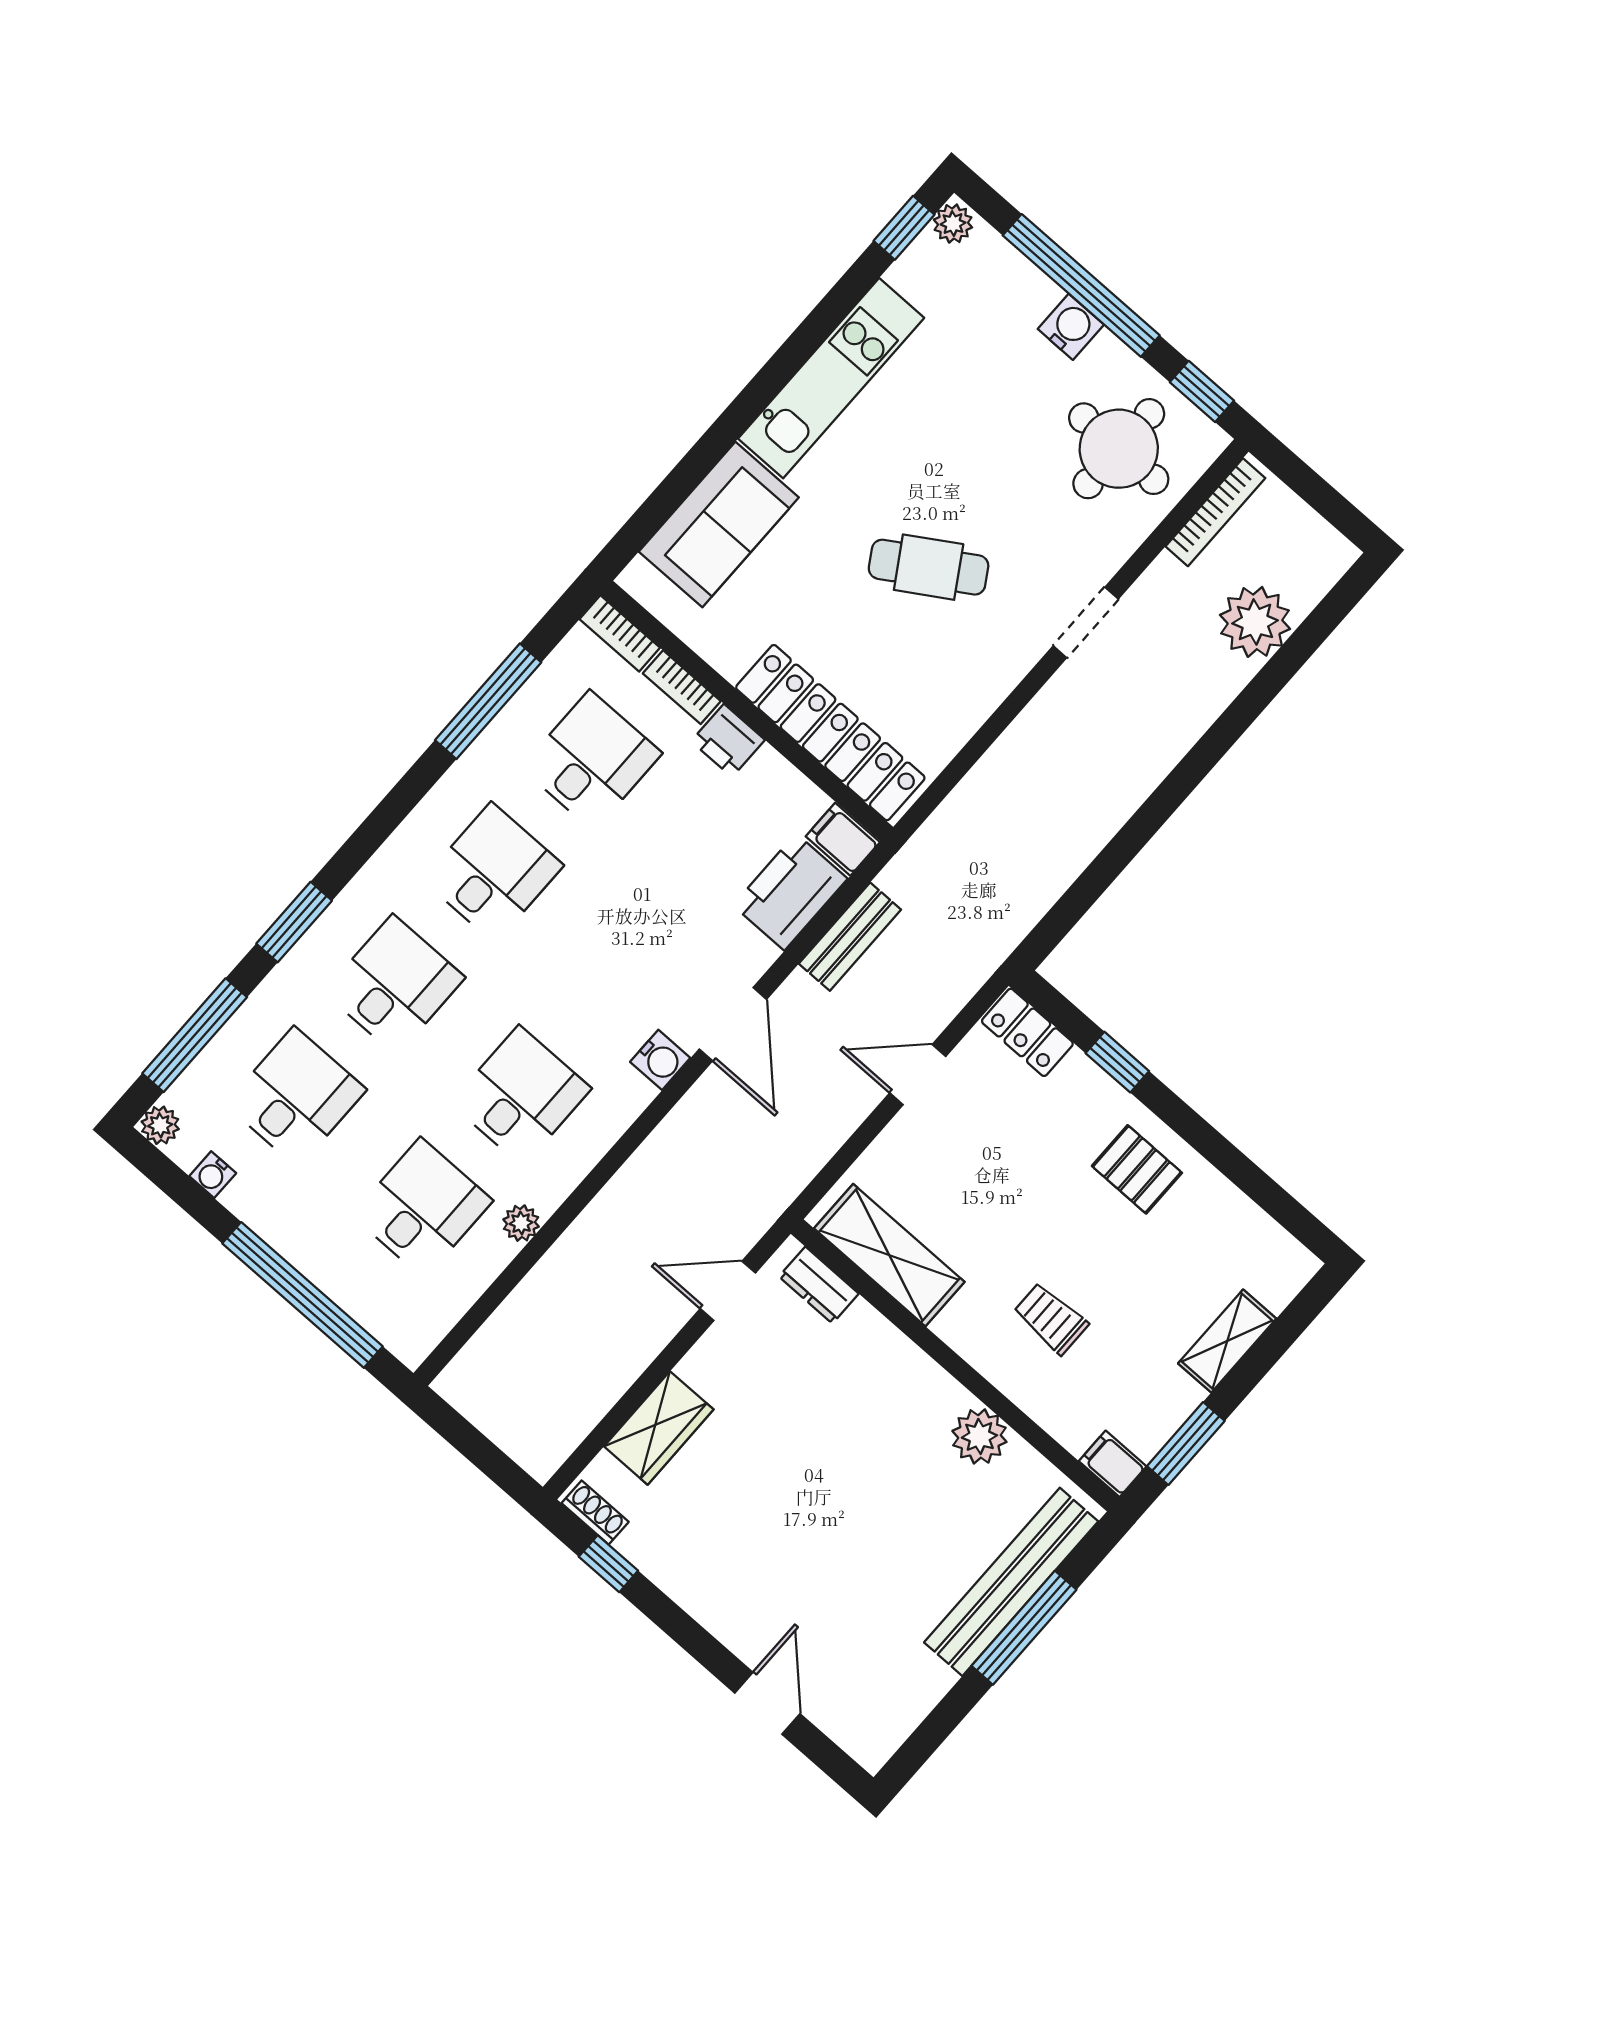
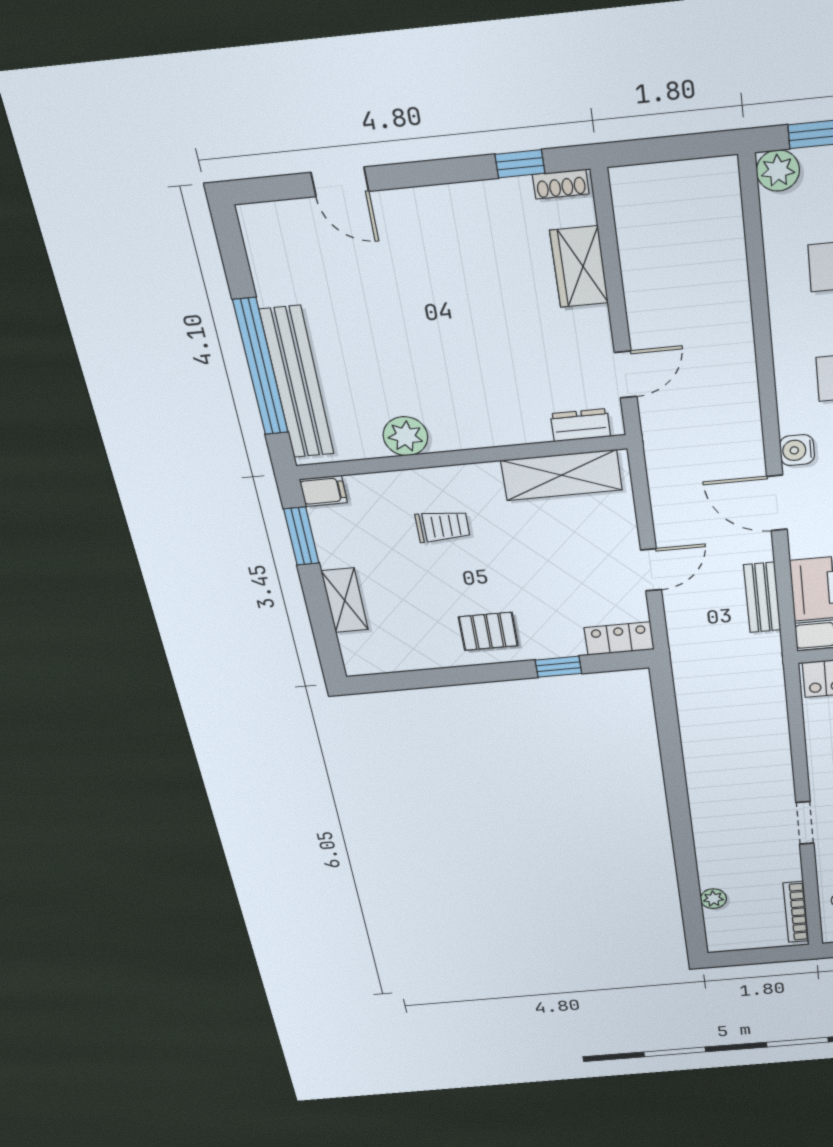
plant: (1255, 622) -> (713, 899), width x0.53, depth x0.53
plant: (521, 1223) -> (778, 171), moved, width x1.38, depth x1.38
window: (1024, 1628) -> (261, 367), width x1.46

